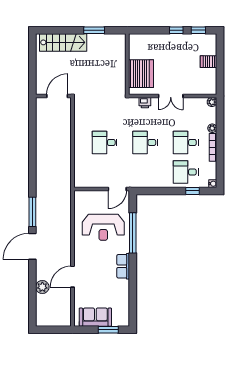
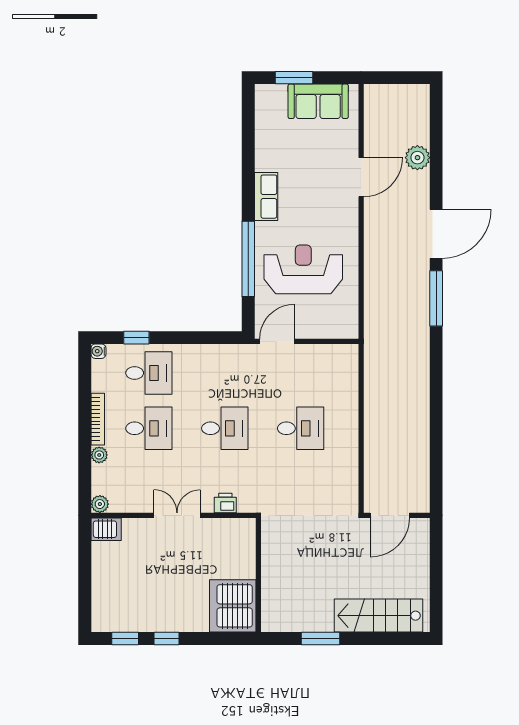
server rack: (209, 62) -> (106, 529), moved
server rack: (141, 74) -> (233, 606), moved

